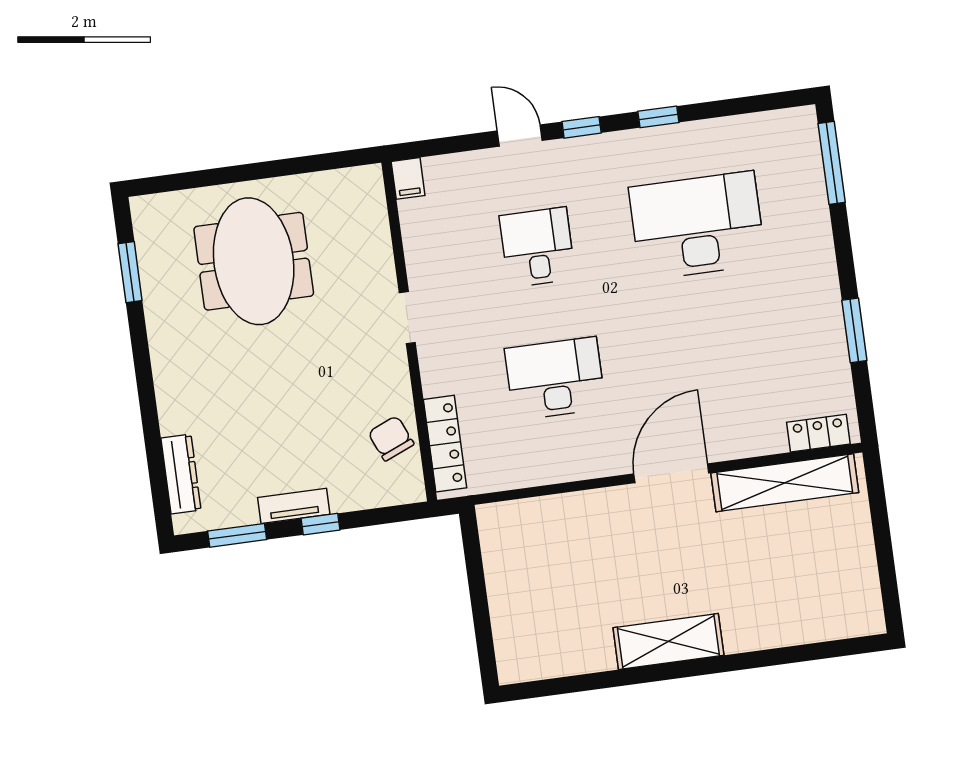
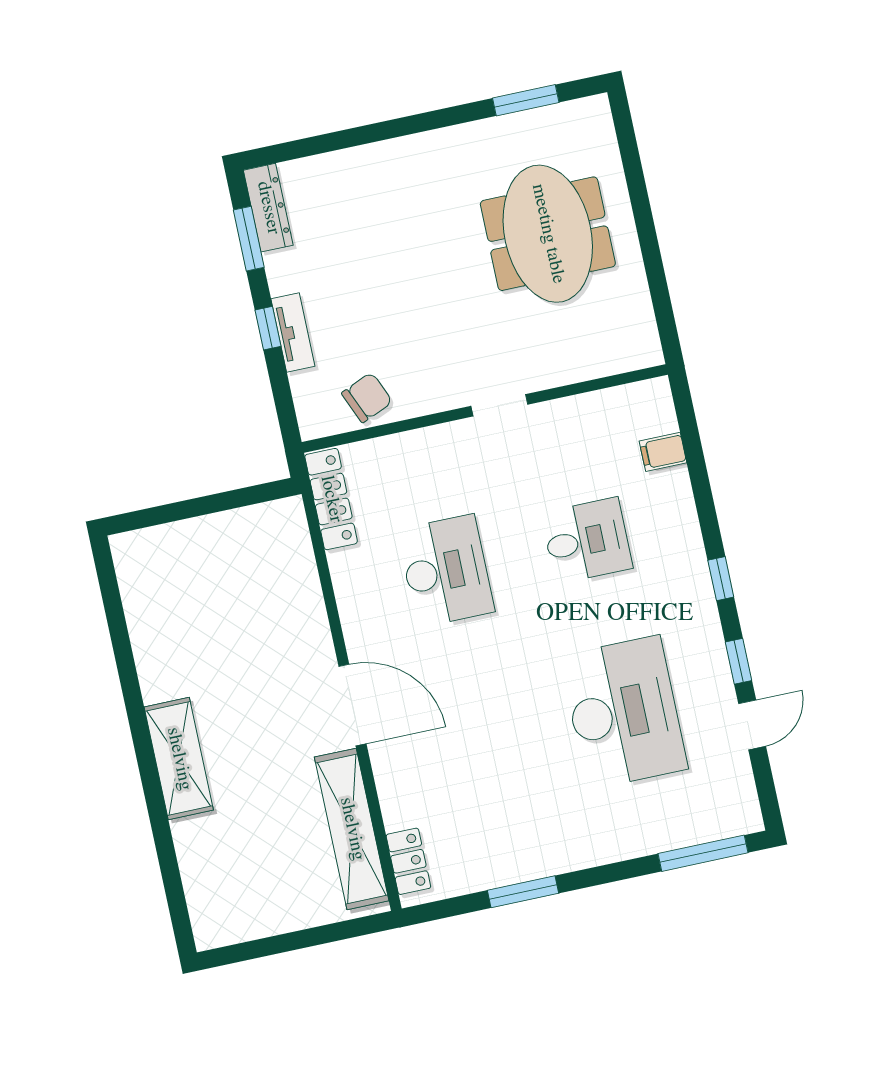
door: (520, 136) -> (752, 725), moved
filing cabinet: (408, 178) -> (663, 452), moved
meeting table: (254, 261) -> (548, 234), turned 90
locker: (445, 444) -> (331, 499), moved, turned -90
dresser: (181, 474) -> (268, 208), moved, turned -90
tv unit: (294, 506) -> (293, 332), moved
shelving: (668, 641) -> (179, 759), moved

